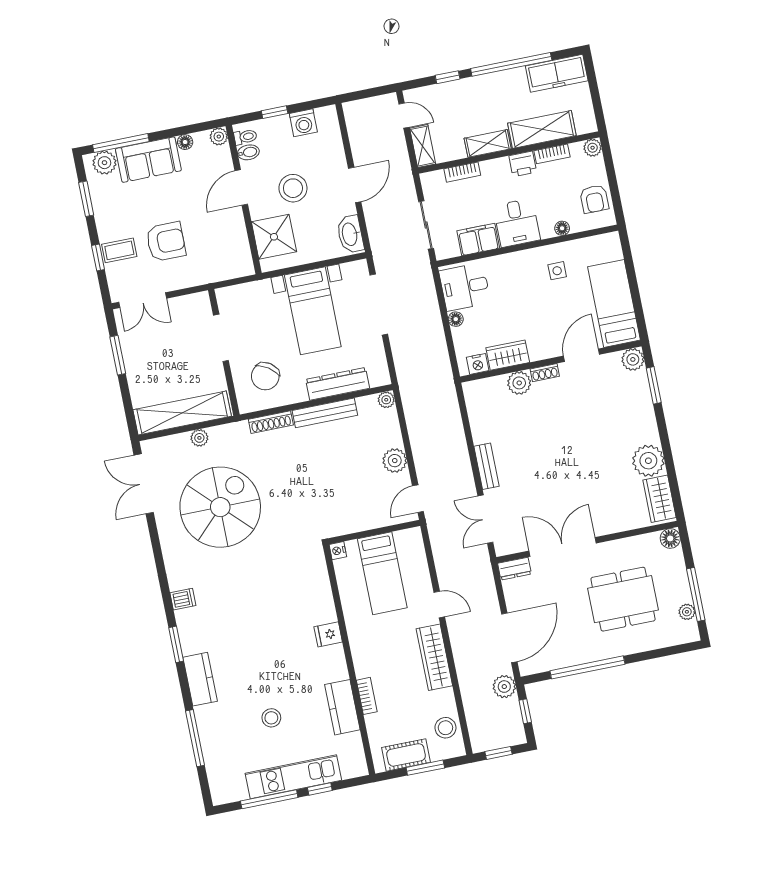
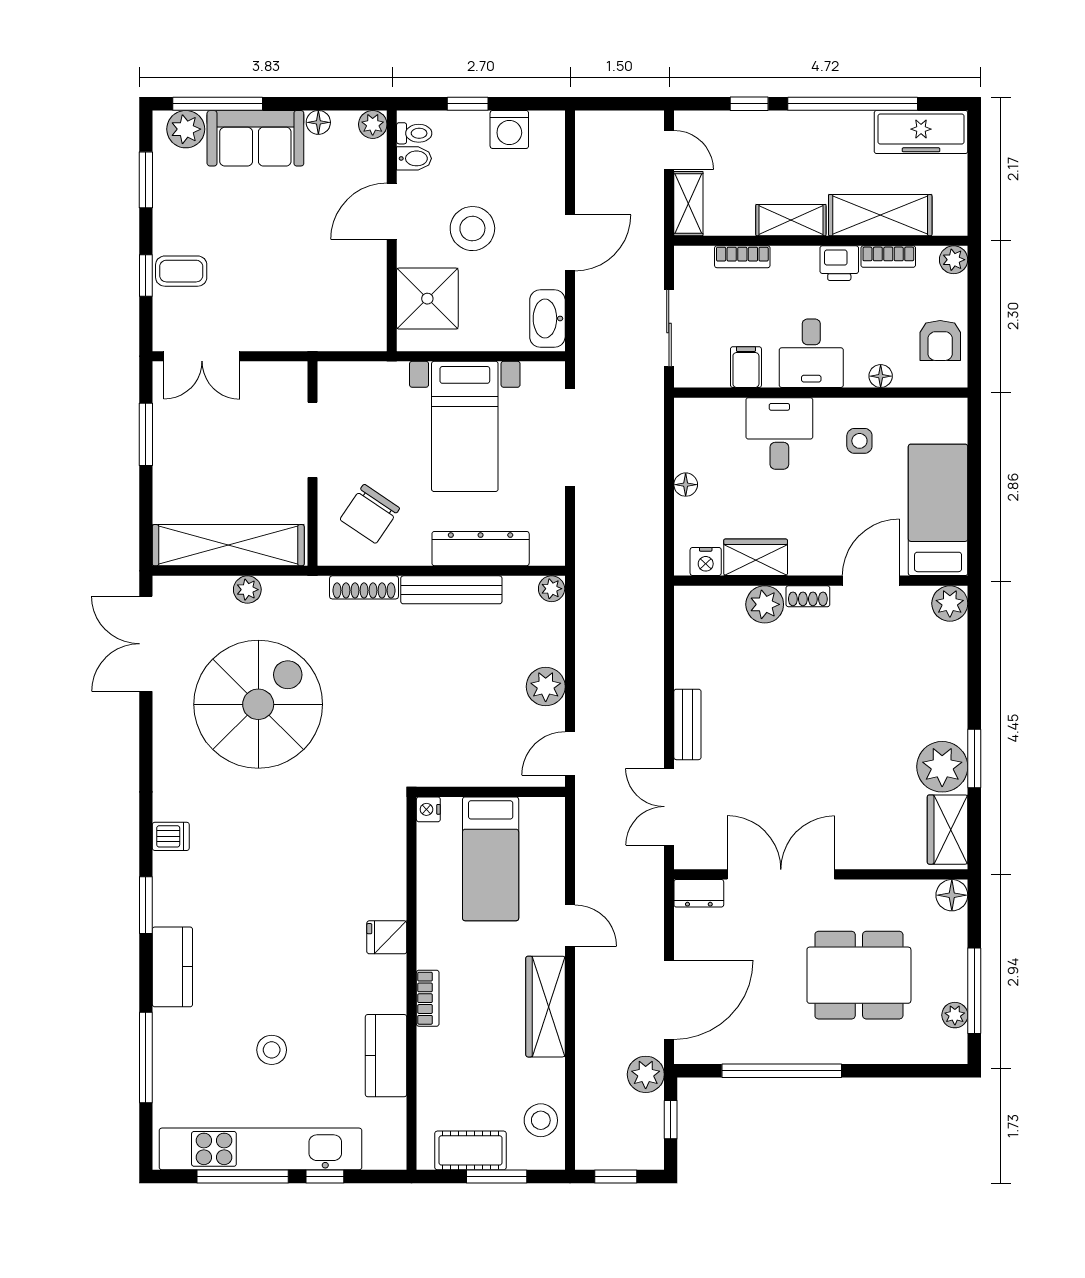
filing cabinet: (478, 239) -> (746, 367), width x0.50
armchair: (166, 242) -> (257, 272), removed
desk: (465, 287) -> (779, 433), moved, turned 90
window: (654, 385) -> (974, 759), moved
bookcase: (367, 696) -> (428, 998), moved
kitchen unit: (293, 777) -> (261, 1149), width x1.36

